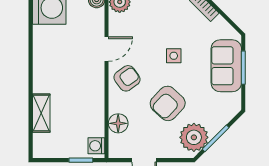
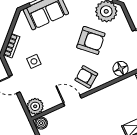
side table: (174, 56) -> (34, 61), moved

